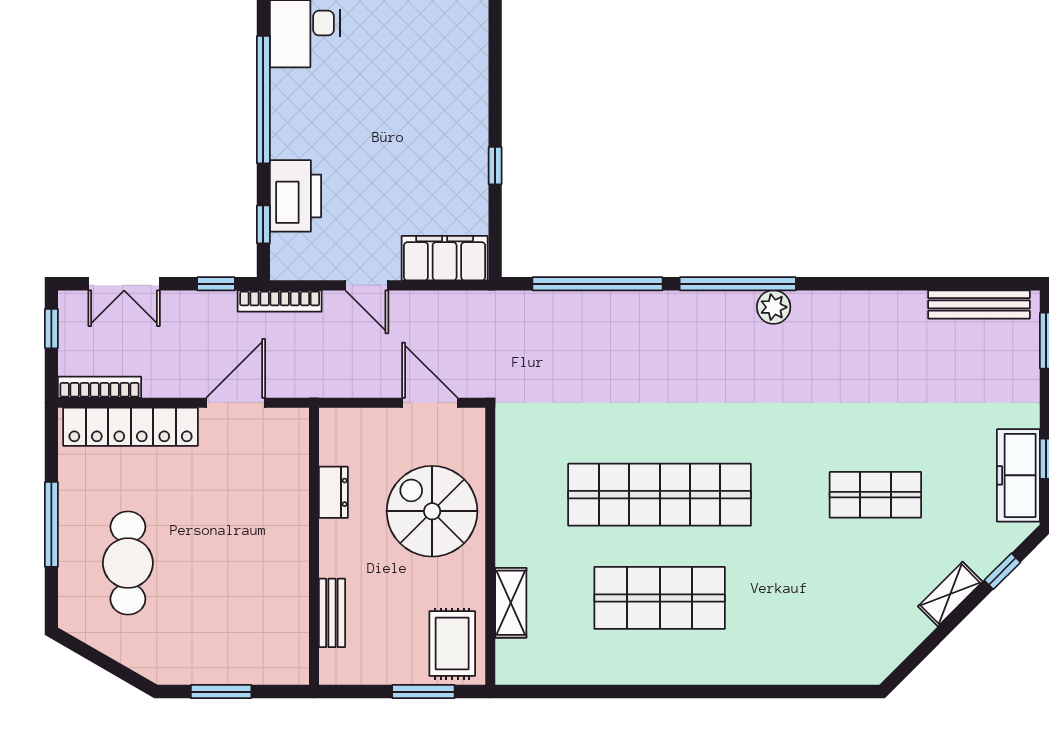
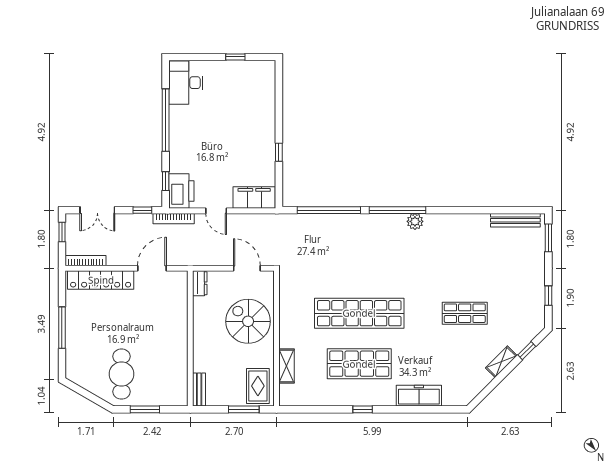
printer: (296, 196) -> (181, 191), moved
freezer: (1018, 475) -> (419, 396), moved, turned 90
dresser: (333, 492) -> (200, 283), moved
cafe table: (128, 563) -> (122, 374), moved
bench: (332, 613) -> (199, 389), moved
window: (667, 692) -> (363, 409), added

